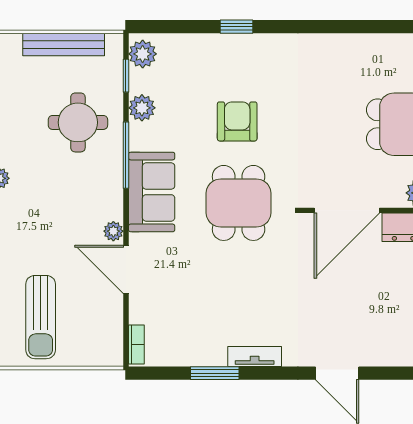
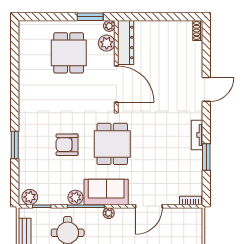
window: (237, 27) -> (15, 145), width x1.50
plant: (142, 108) -> (75, 197), moved
dining table: (239, 203) -> (112, 144), turned 90
plant: (113, 231) -> (109, 213), moved

